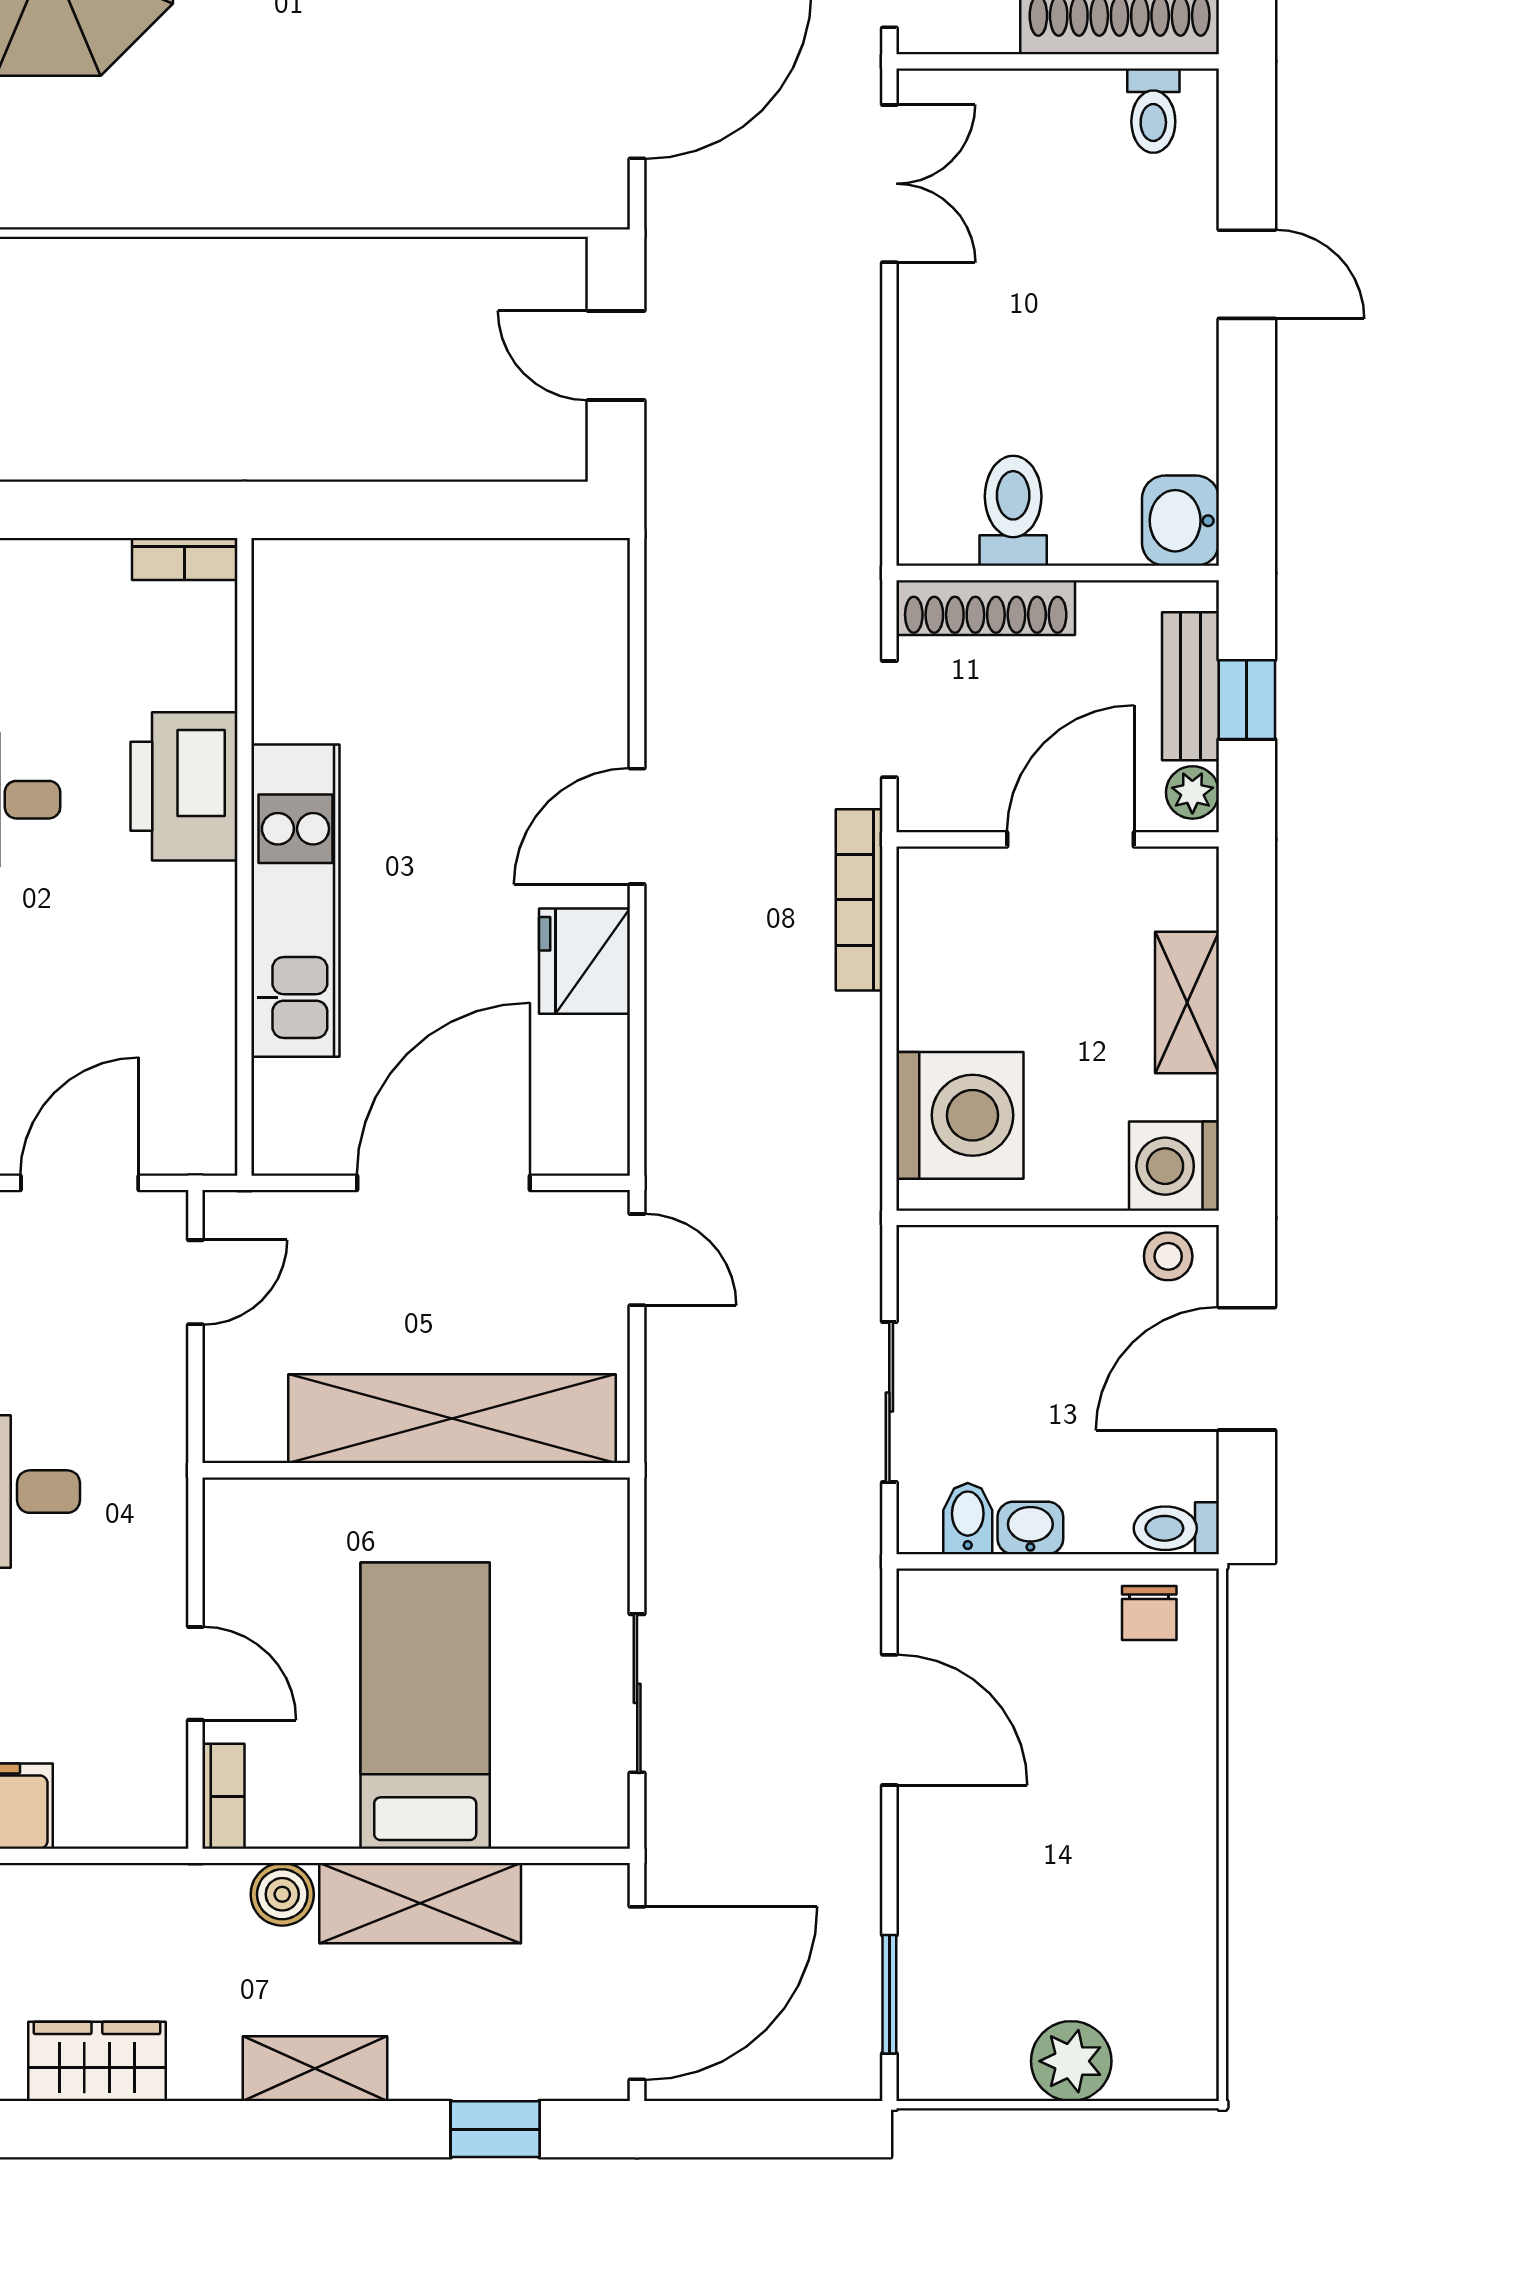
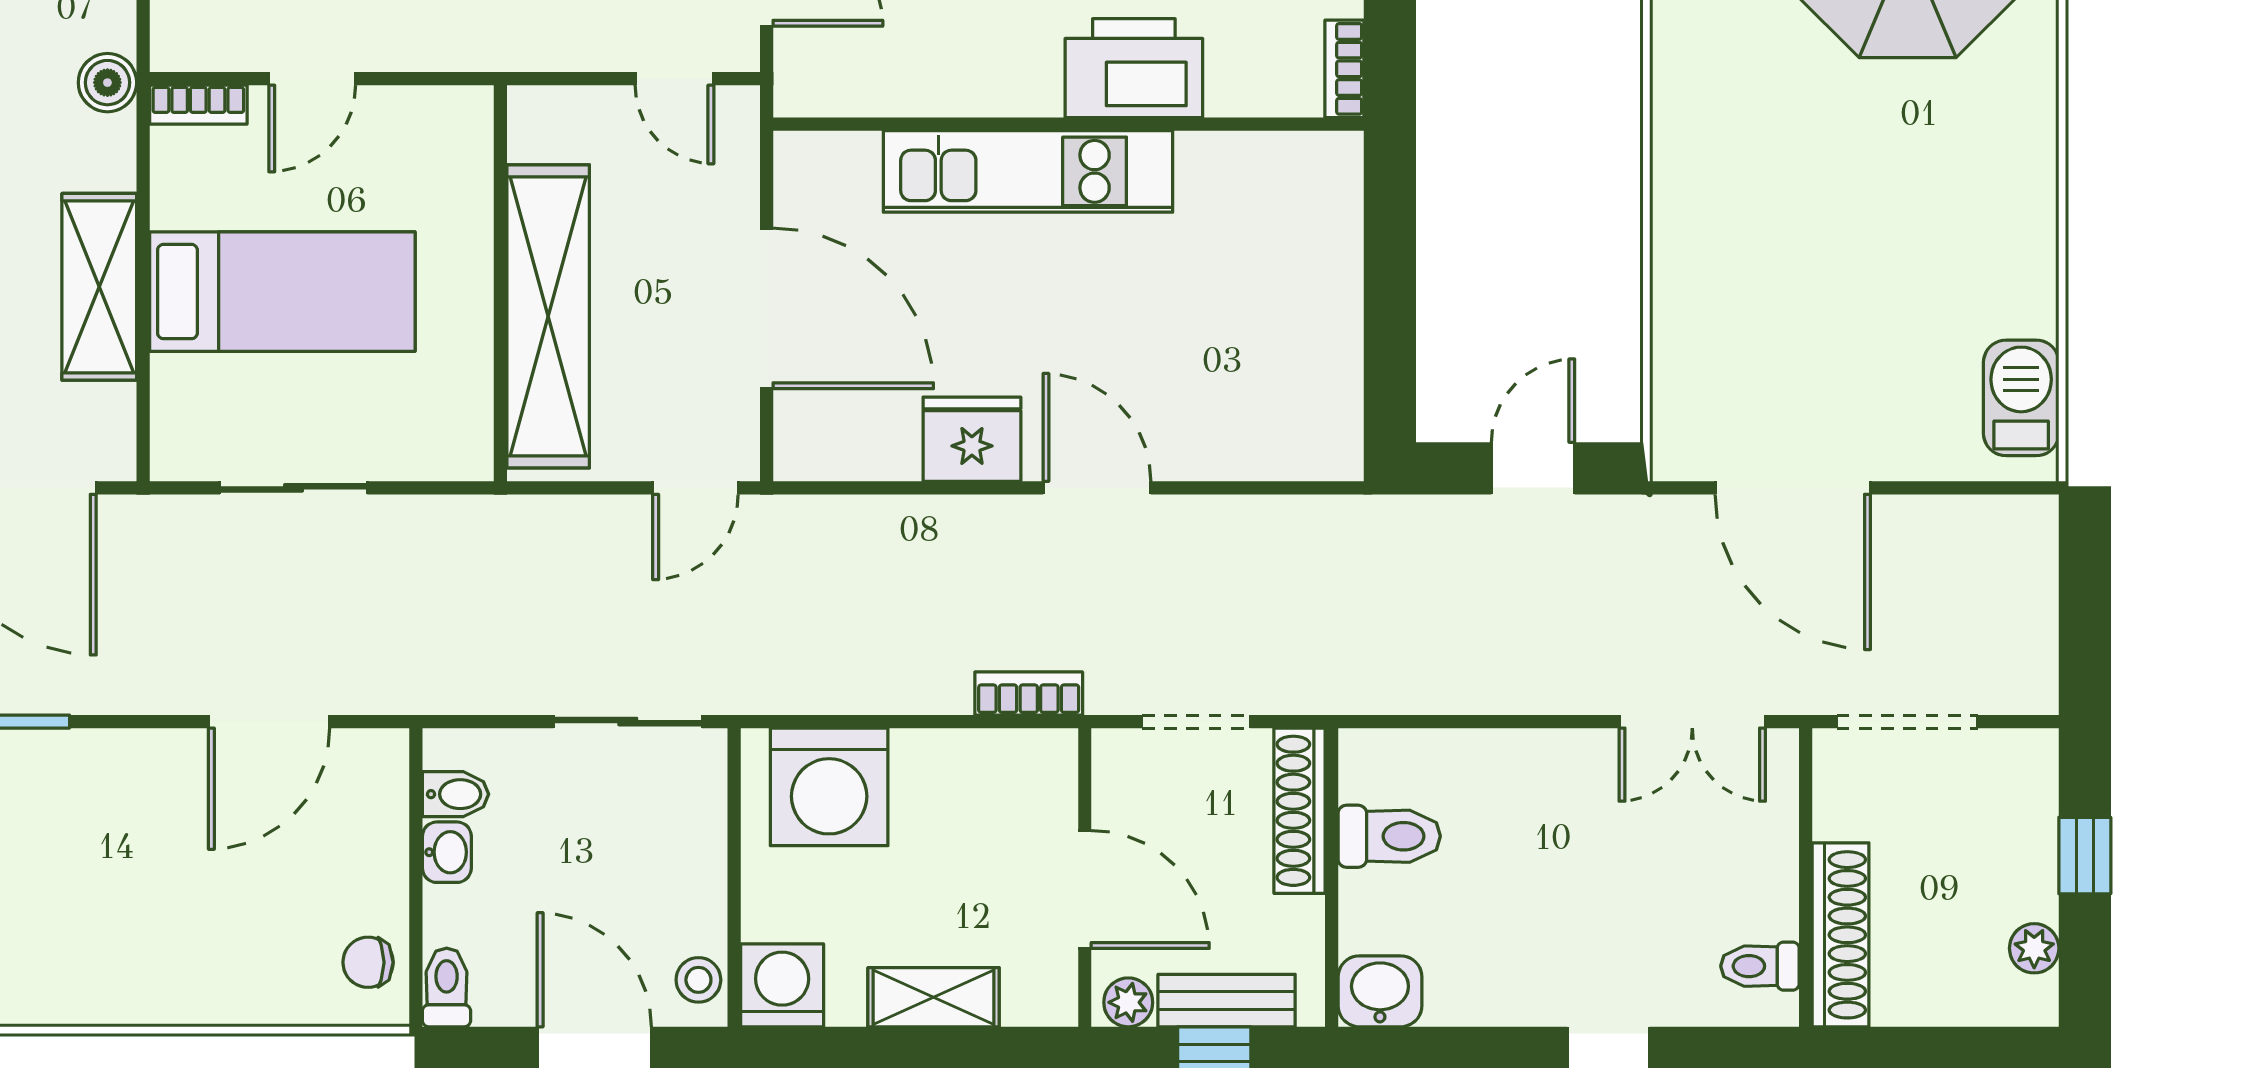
bookcase: (859, 900) -> (1029, 694), width x0.64
sliding door: (889, 1402) -> (628, 722), moved
boiler: (282, 1894) -> (107, 83), moved

